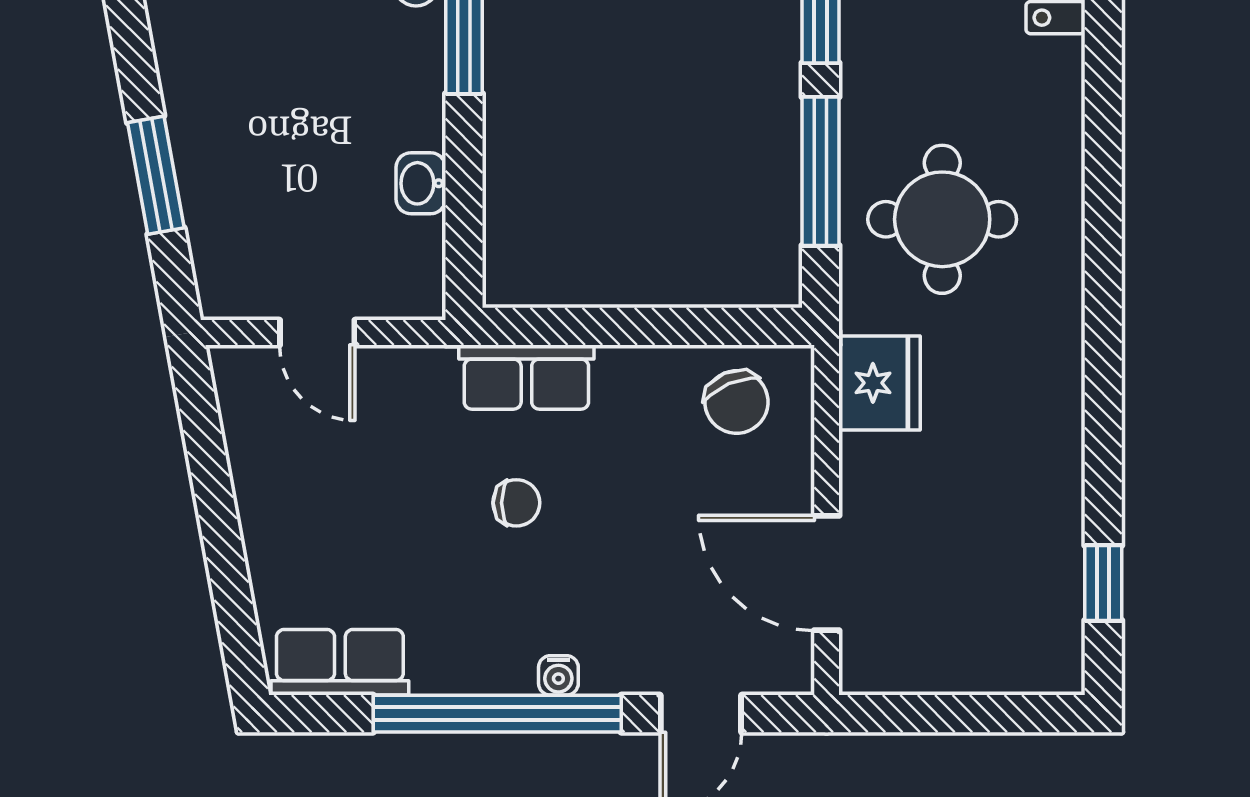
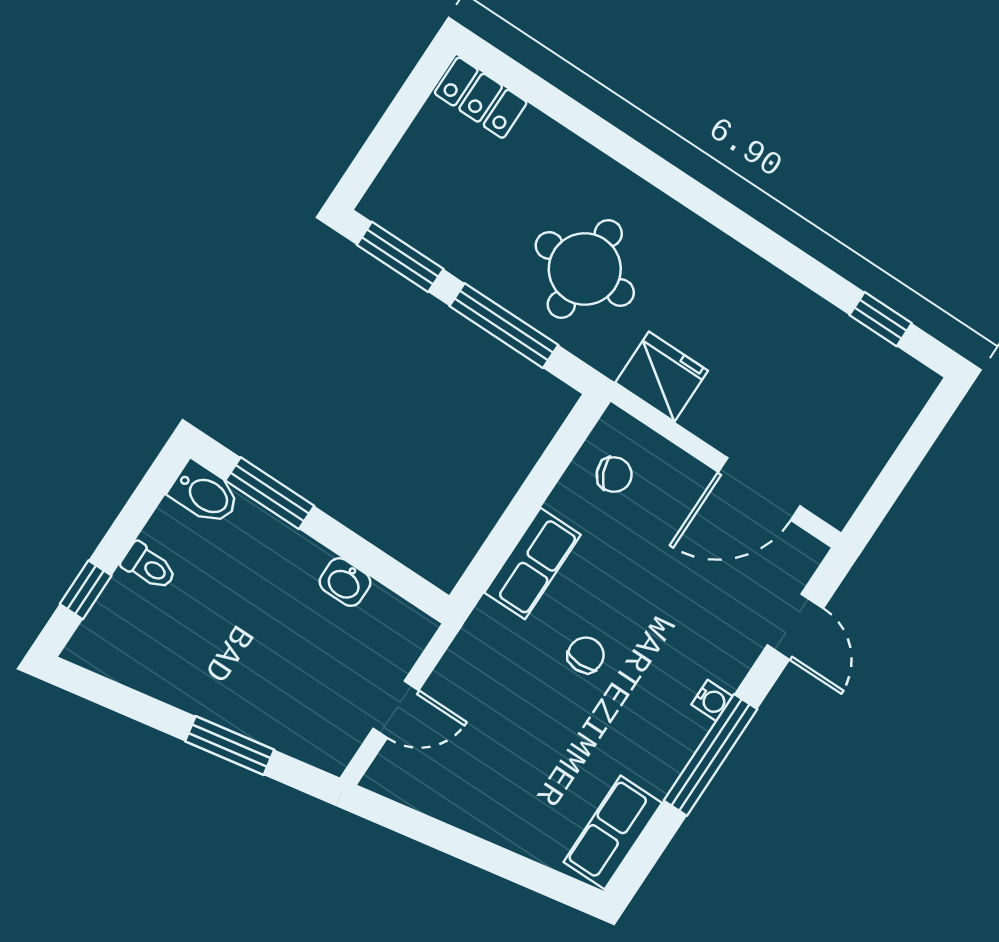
row of seats: (526, 377) -> (533, 564), moved
chair: (736, 402) -> (614, 475), width x0.73, depth x0.73
window: (497, 714) -> (710, 755), width x0.68

